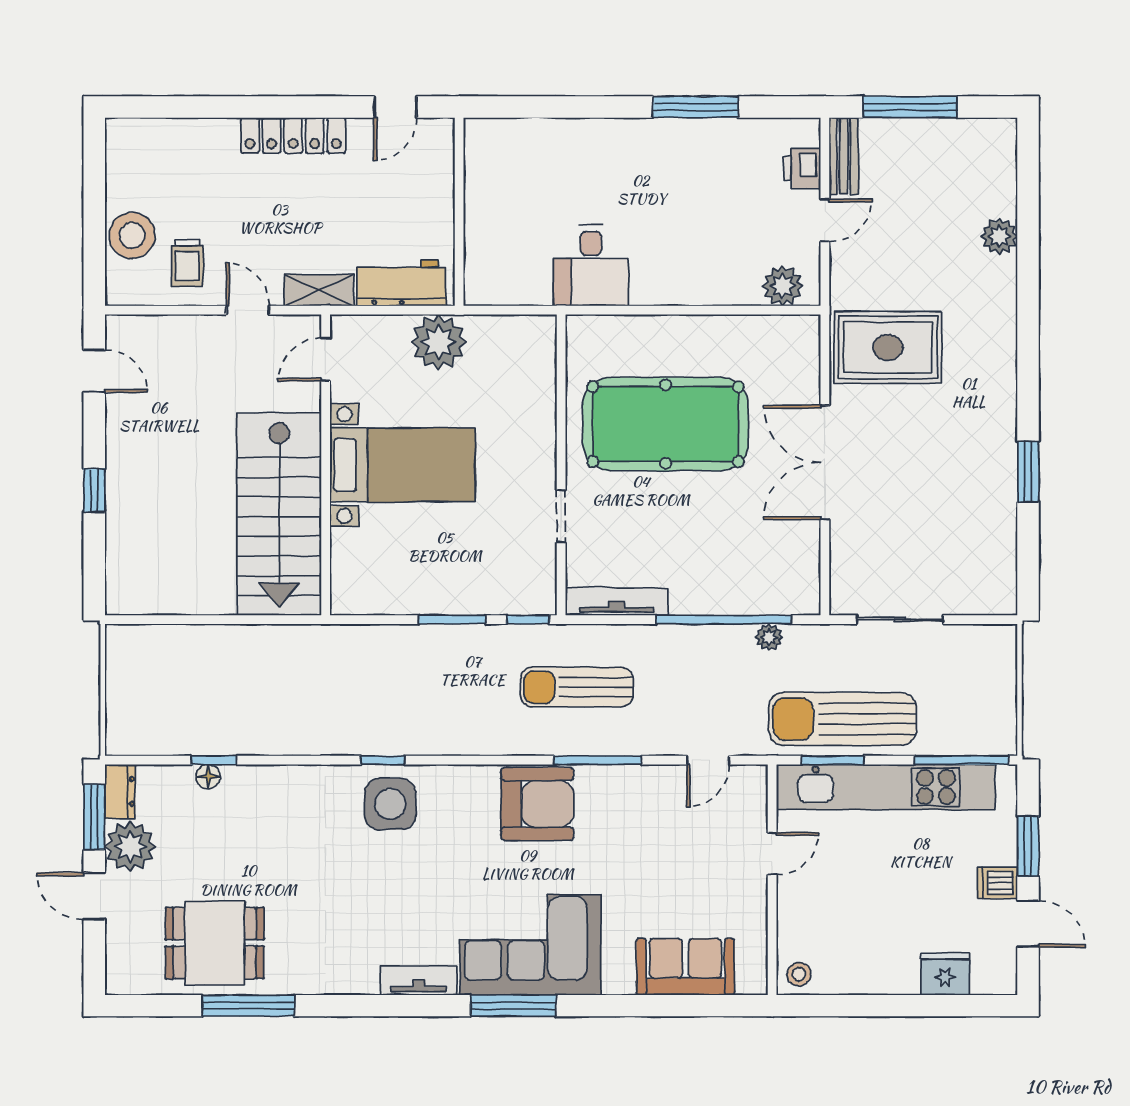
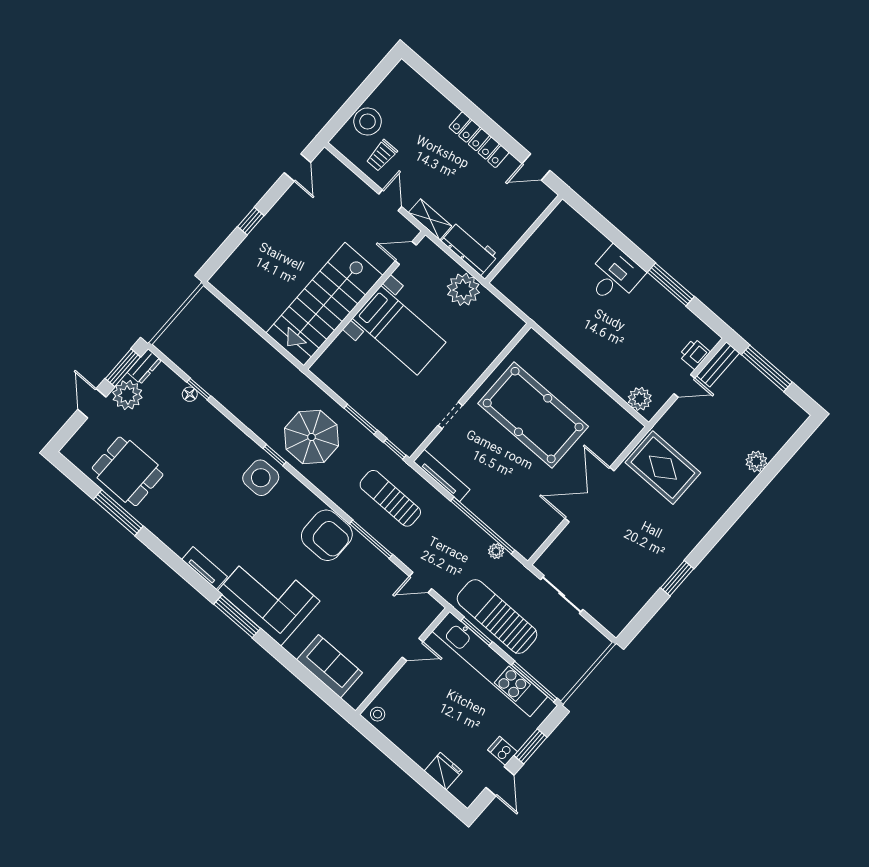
desk: (591, 265) -> (614, 276), moved, turned 180
parasol: (409, 697) -> (311, 437), added

